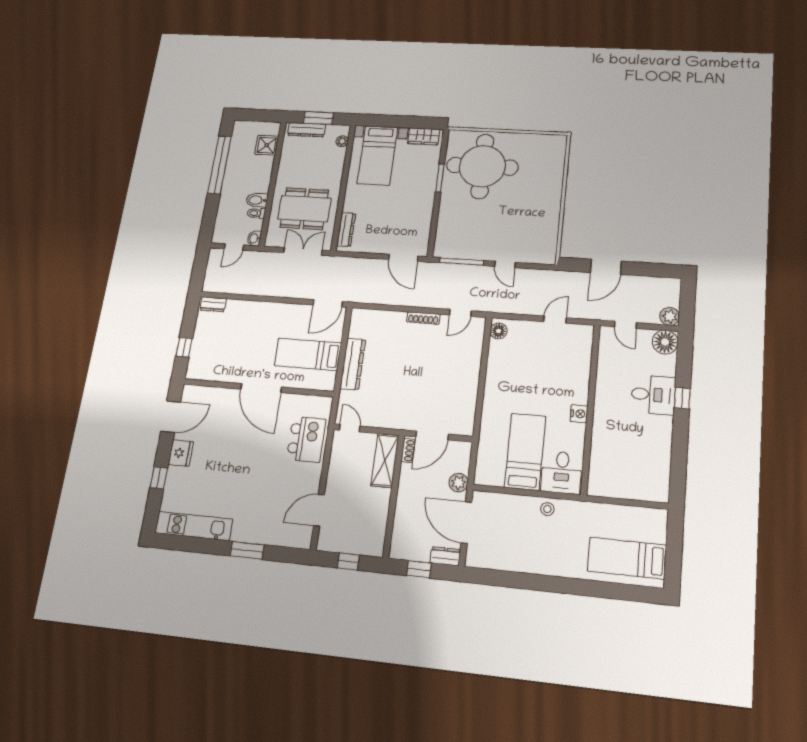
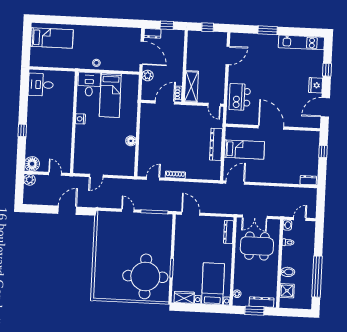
bidet: (257, 200) -> (288, 272), moved
floor lamp: (498, 331) -> (131, 141), moved
desk: (653, 395) -> (41, 85), moved

